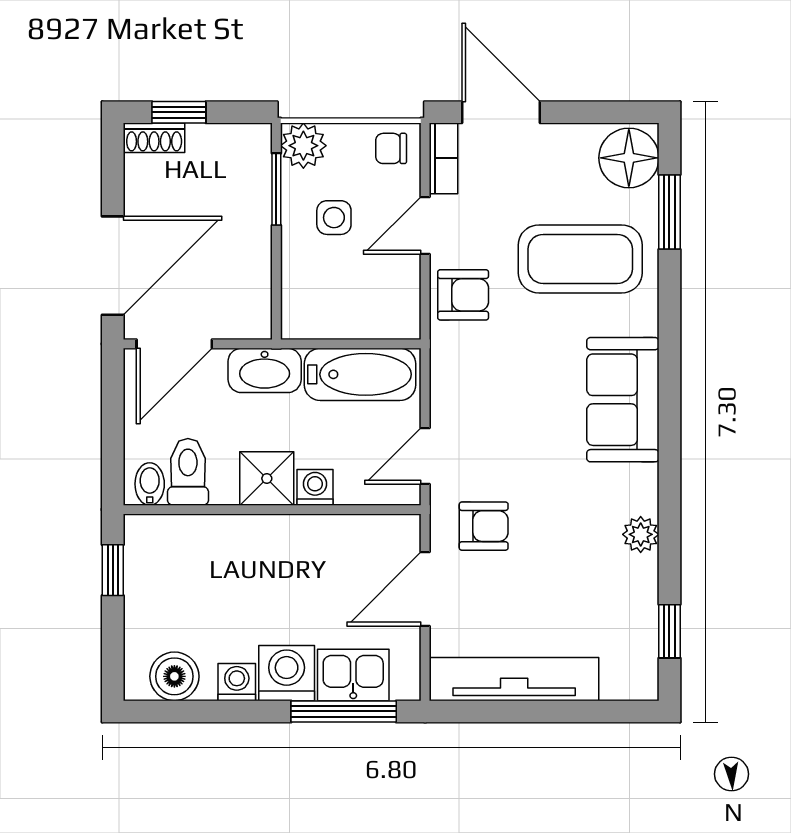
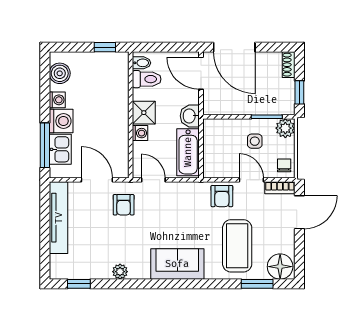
window: (179, 112) -> (299, 92), moved
washbasin: (265, 370) -> (190, 116), width x0.72

